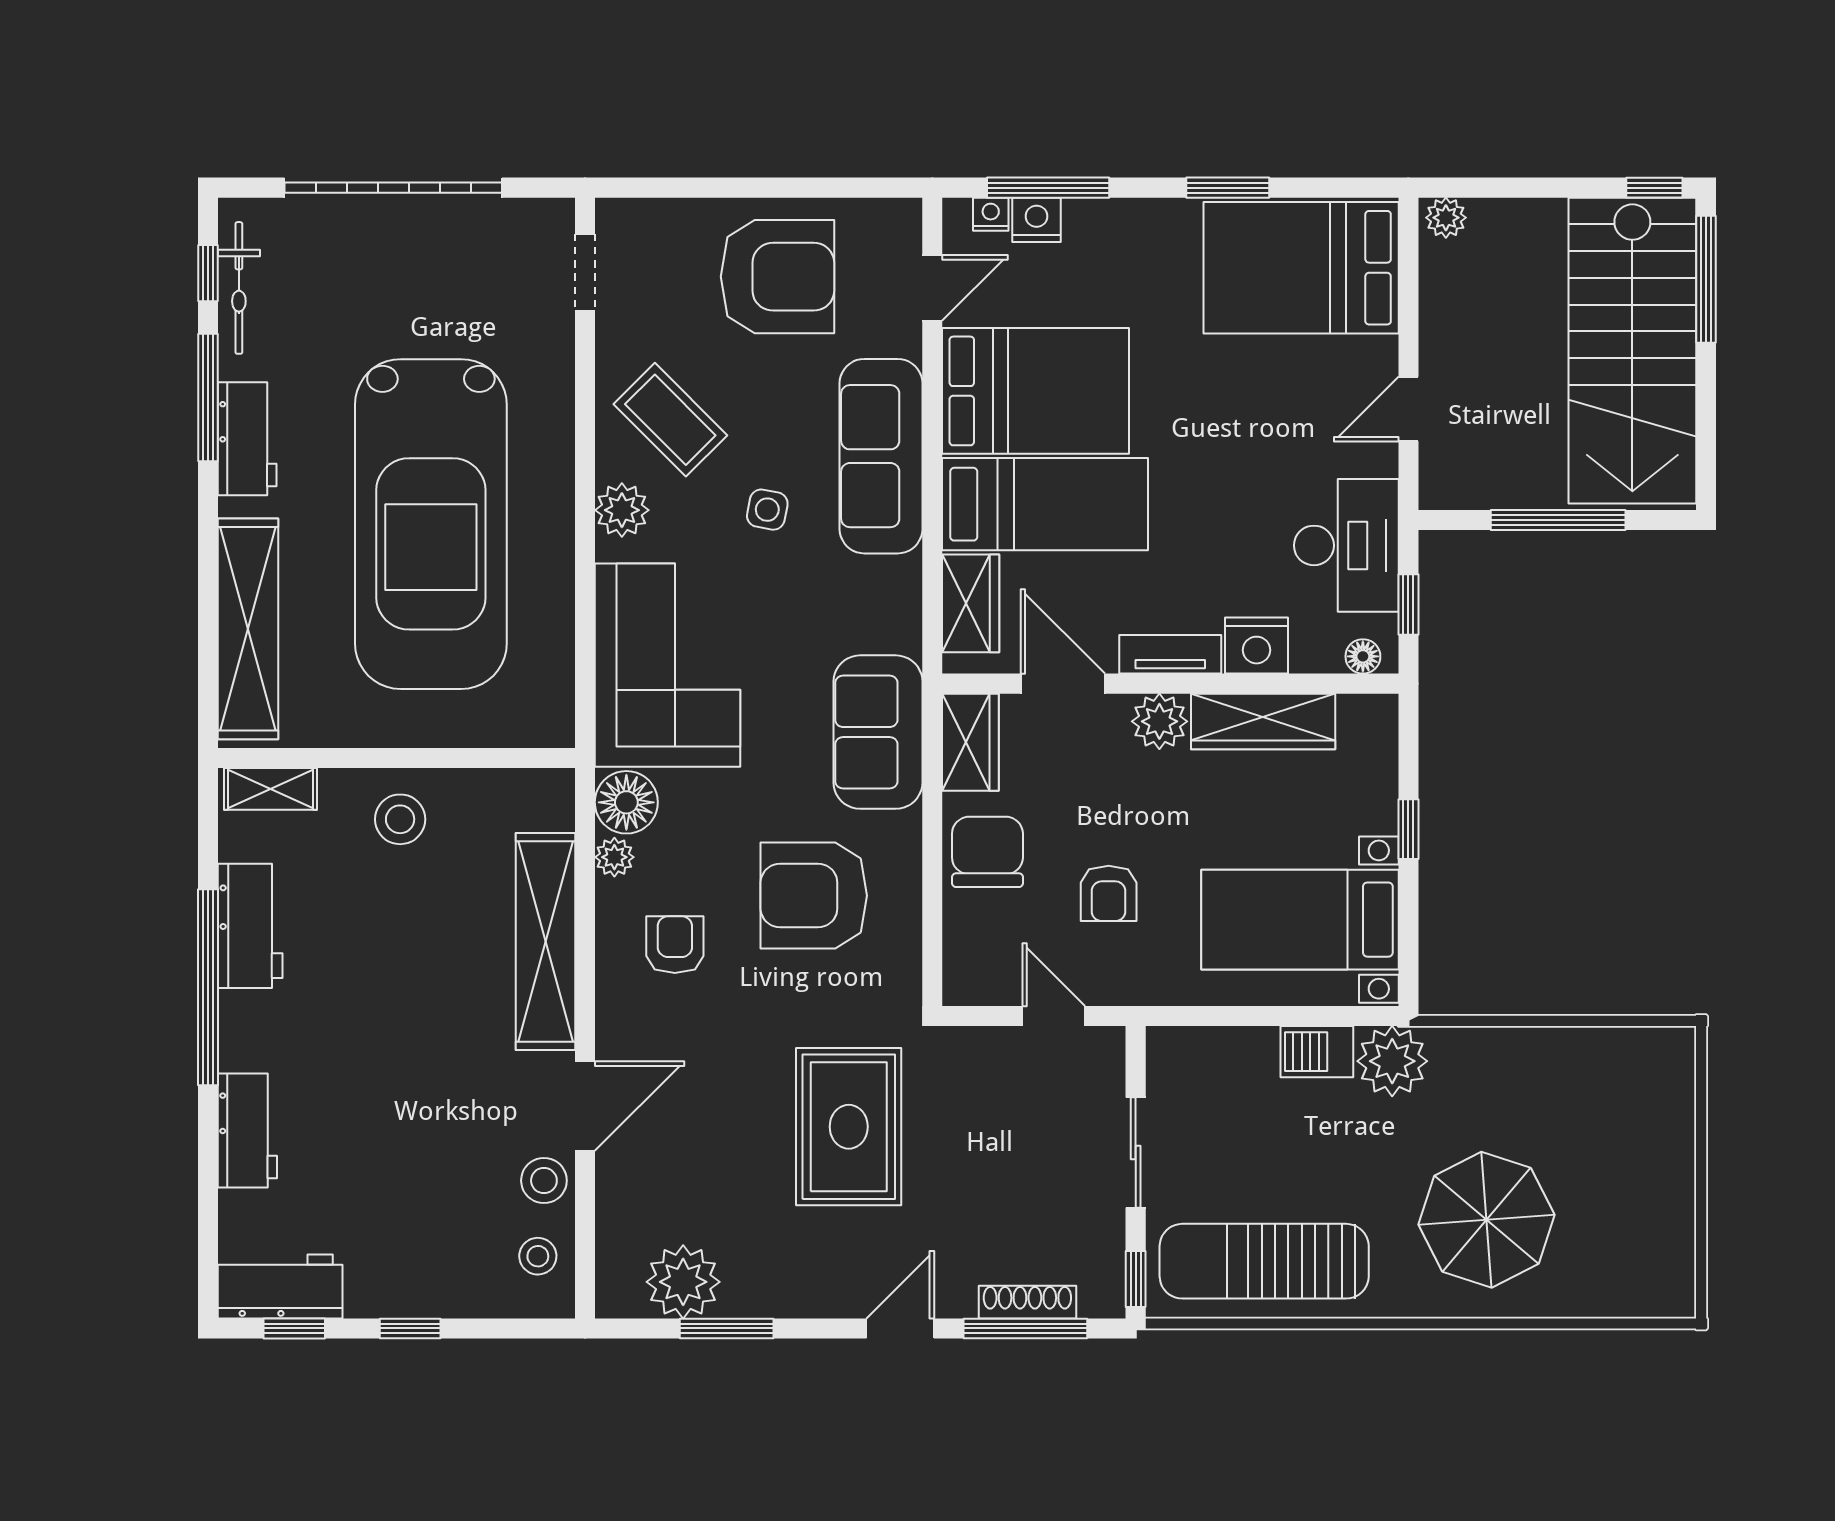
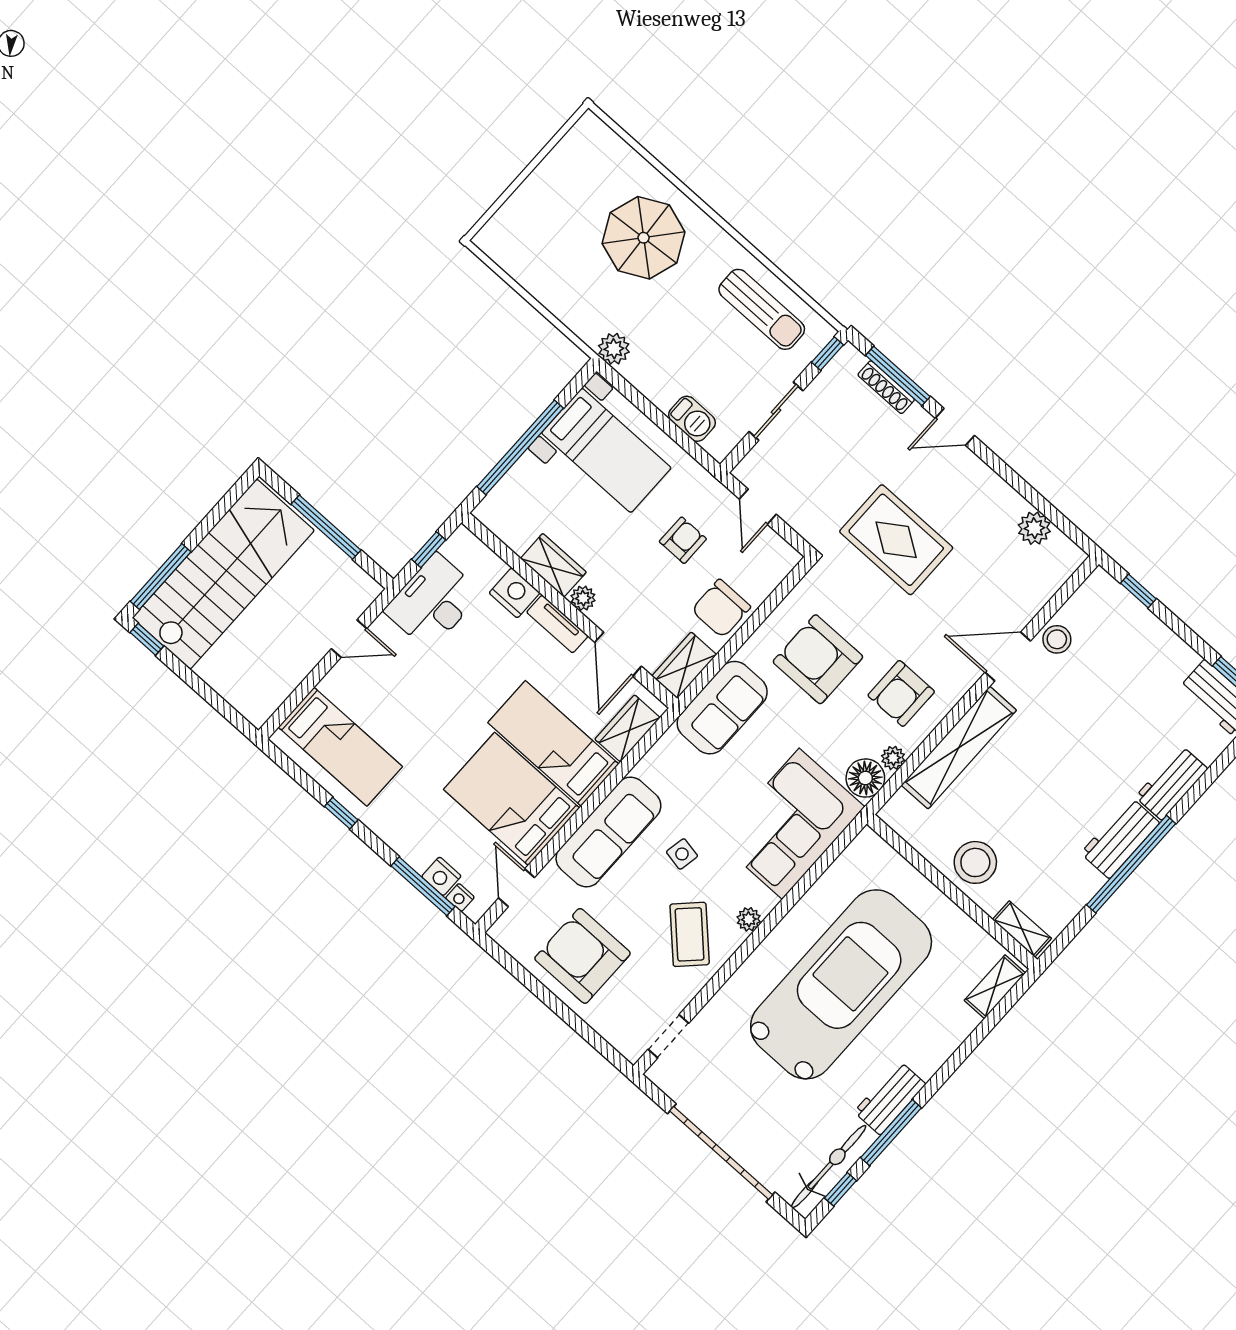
window: (1228, 188) -> (341, 813), width x0.67
plant: (1446, 218) -> (254, 711), removed
bed: (1301, 268) -> (340, 747), width x0.67
bicycle: (239, 288) -> (829, 1167), width x1.37, depth x1.40
door: (932, 288) -> (517, 888), hinge flipped
plant: (622, 510) -> (749, 919), width x0.73, depth x0.73
shelving: (248, 629) -> (995, 987), width x0.45, depth x0.75
floor lamp: (1363, 656) -> (470, 545), removed
plant: (1159, 721) -> (583, 598), width x0.73, depth x0.73
wardrobe: (1263, 721) -> (553, 565), width x0.67
stool: (400, 819) -> (975, 862), width x1.38, depth x1.38
window: (1408, 829) -> (520, 447), width x3.17
armchair: (814, 896) -> (818, 659), turned 180
workbench: (250, 926) -> (1120, 838), moved
armchair: (675, 945) -> (901, 693), width x1.38, depth x1.38
barbecue: (1317, 1052) -> (692, 419), moved
plant: (1392, 1061) -> (614, 349), width x0.73, depth x0.73
rug: (849, 1127) -> (896, 540), turned 90
stool: (538, 1256) -> (1090, 607), removed
sun lounger: (1264, 1261) -> (762, 309), width x0.73, depth x0.75
plant: (683, 1282) -> (1034, 528), width x0.73, depth x0.73
window: (410, 1328) -> (1138, 591), moved
window: (727, 1328) -> (1034, 498), removed

